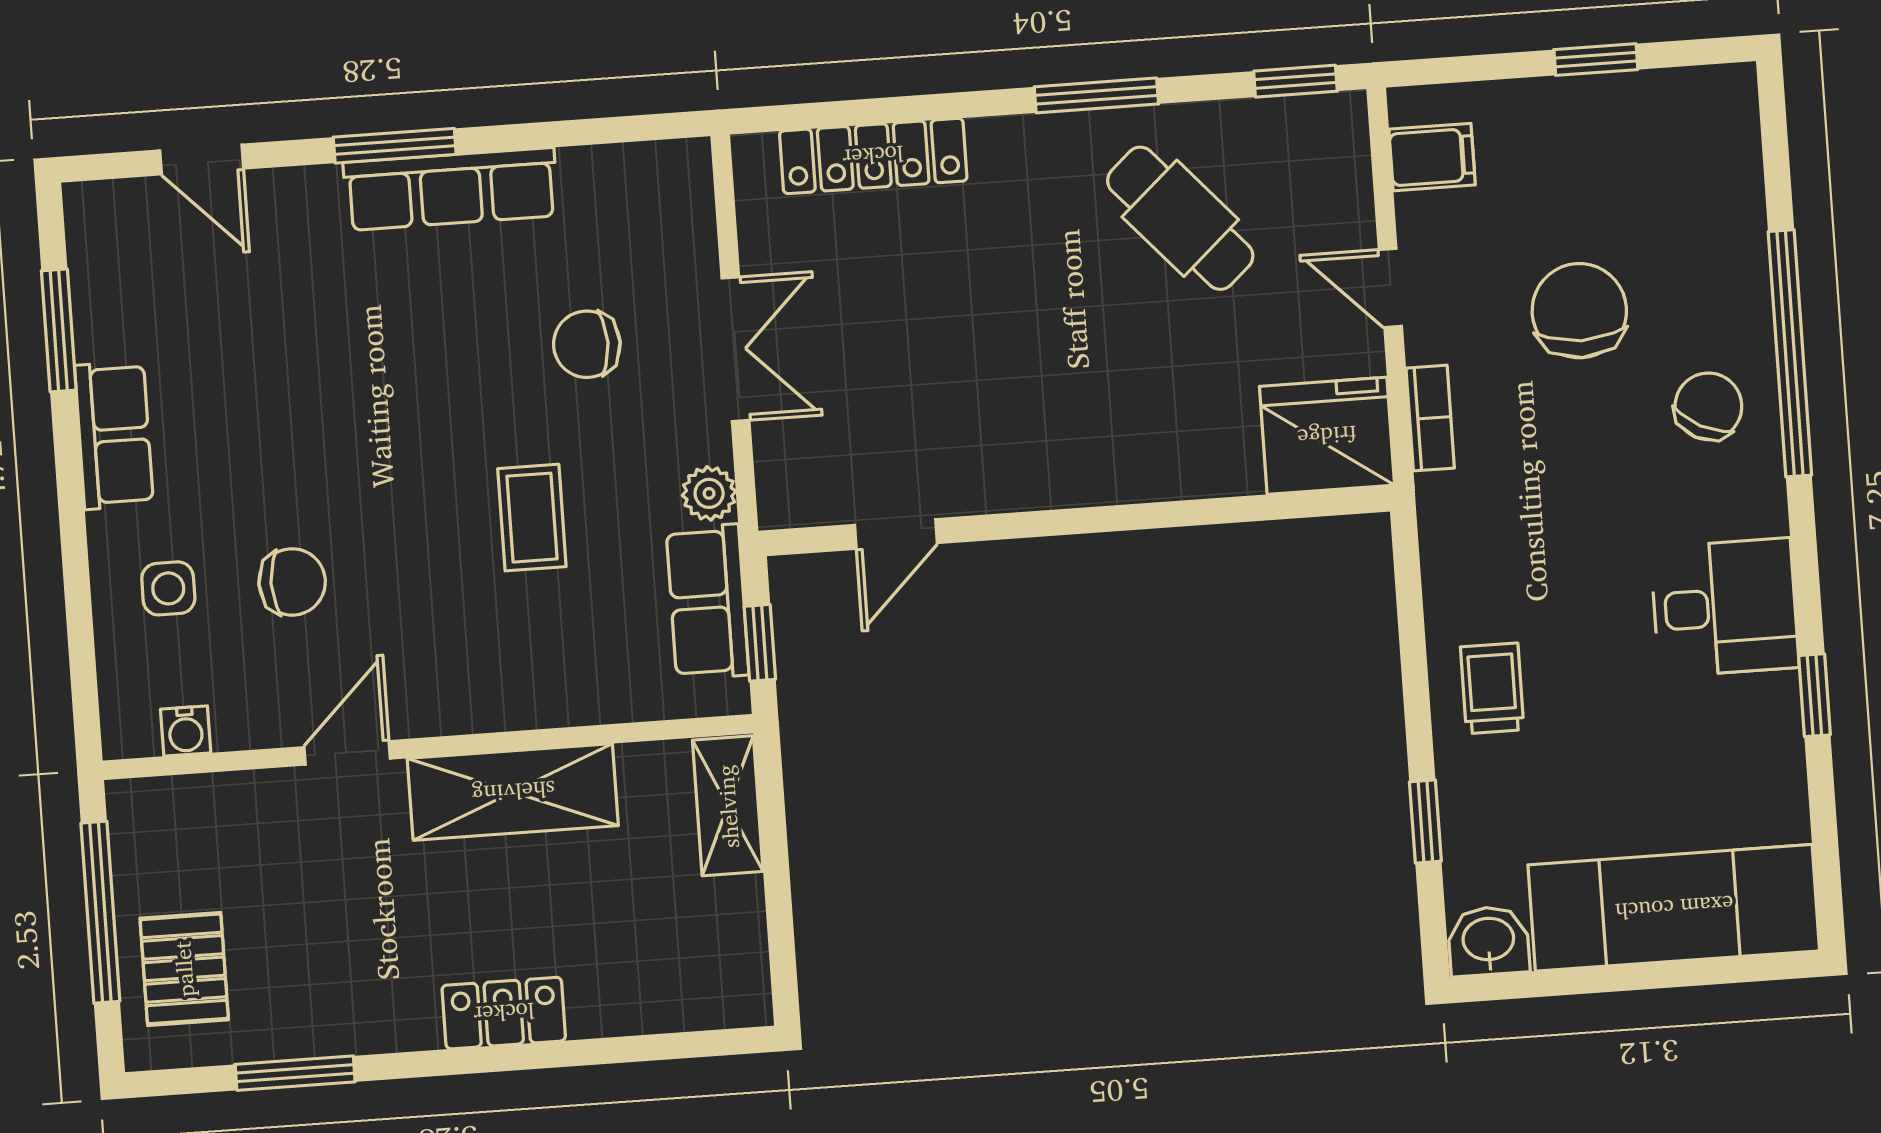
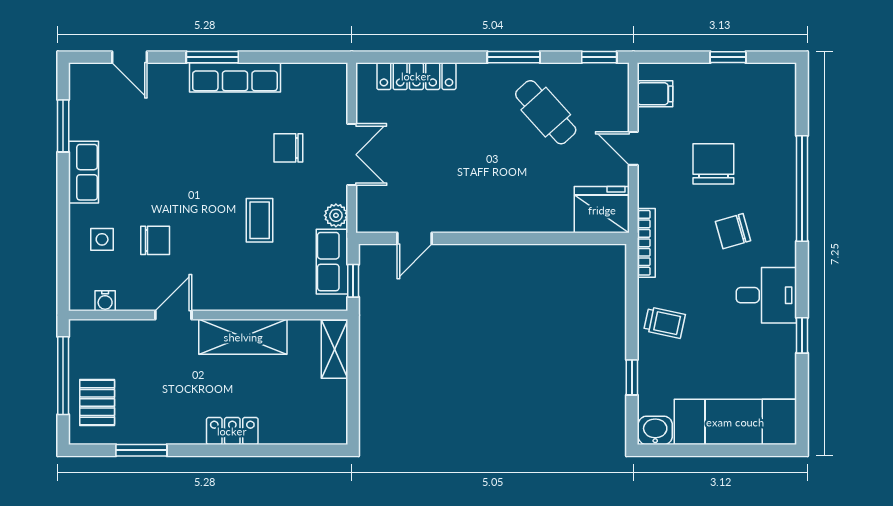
chair: (1708, 406) -> (733, 231), moved, turned -133
bookcase: (1430, 418) -> (646, 243), moved, width x1.56
trolley: (1492, 688) -> (665, 323), turned 102

